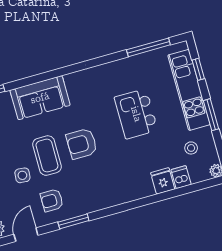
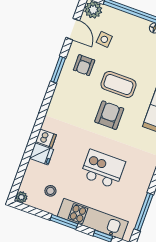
side table: (22, 175) -> (104, 39), moved
dishwasher: (181, 177) -> (46, 138), moved
armchair: (52, 200) -> (84, 65), turned 180

